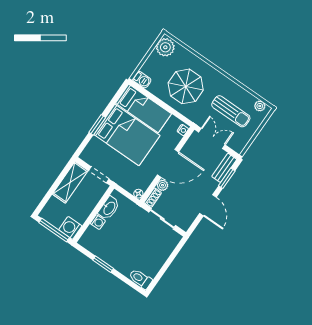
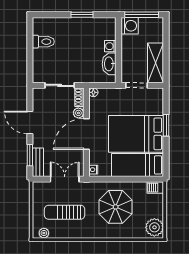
double door: (212, 139) -> (65, 179), swing flipped
toilet: (140, 279) -> (43, 42), moved

